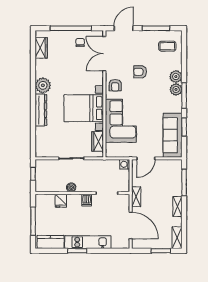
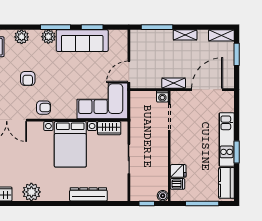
plant: (176, 77) -> (22, 37), moved
plant: (43, 85) -> (31, 192), moved
dresser: (41, 110) -> (88, 194), moved
corner sofa: (121, 121) -> (102, 101), moved
sofa: (173, 135) -> (82, 41), moved
door: (146, 158) -> (129, 72), swing flipped
washing machine: (125, 164) -> (162, 97), moved
boiler: (71, 187) -> (163, 196), moved
dishwasher: (87, 200) -> (178, 184), moved

